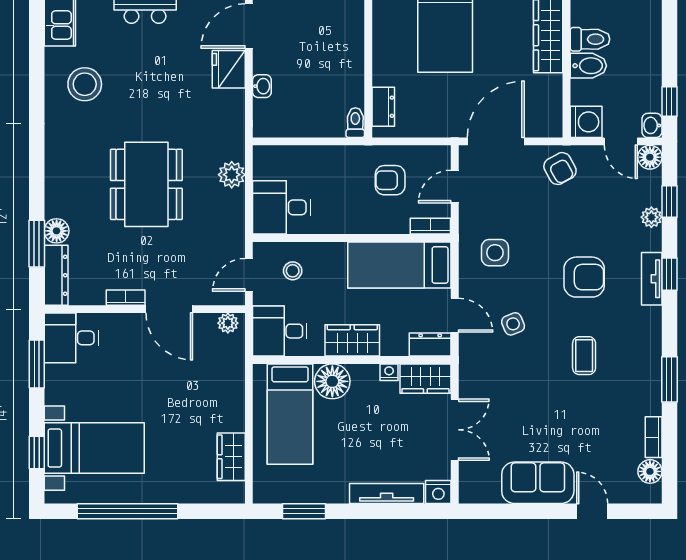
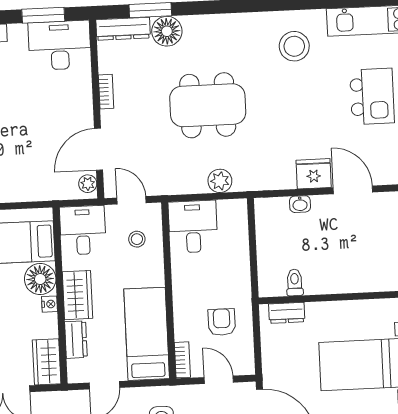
toilet: (355, 123) -> (295, 282), moved, turned -90
floor lamp: (57, 231) -> (167, 31), width x1.38, depth x1.38
door: (169, 309) -> (99, 149), moved
desk: (71, 338) -> (60, 45), width x1.37
dresser: (430, 344) -> (76, 340), moved
nightstand: (389, 372) -> (50, 304), moved

